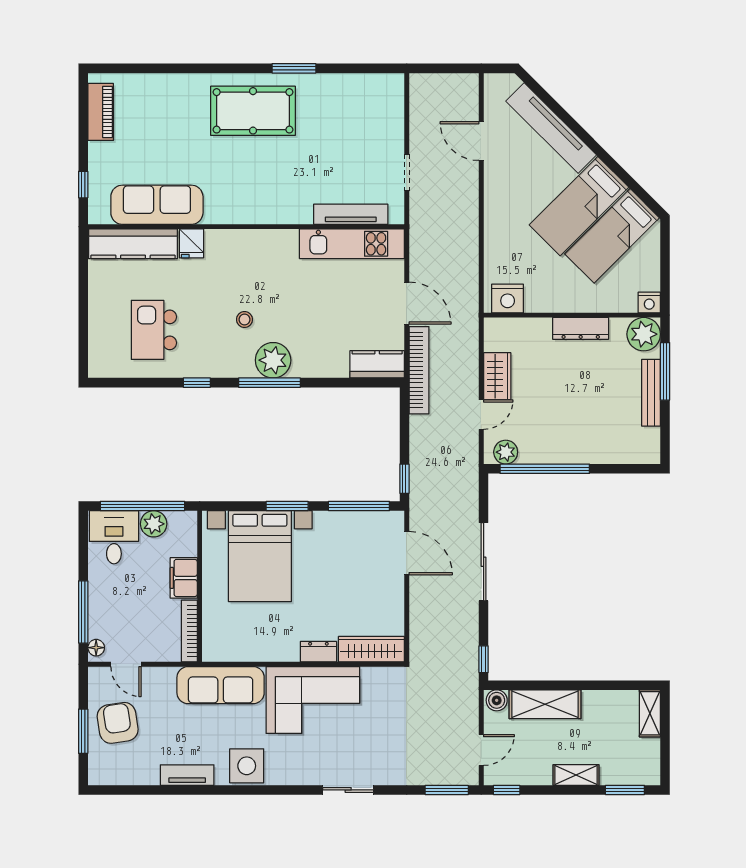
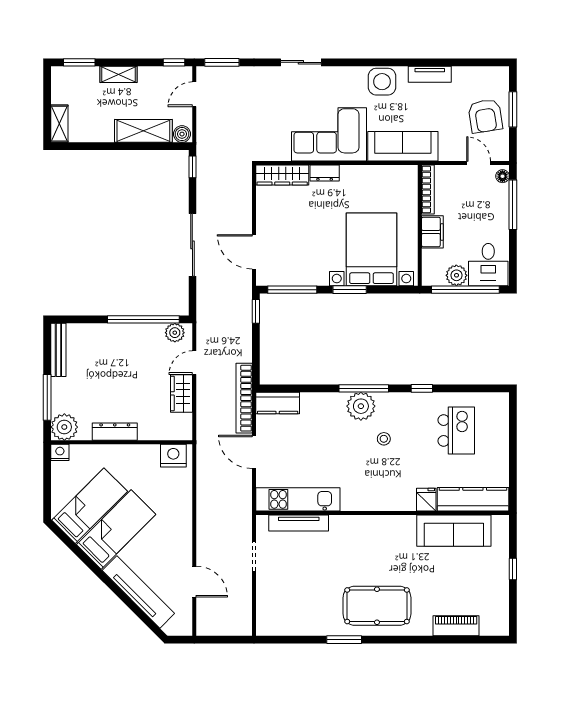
piano: (101, 112) -> (456, 626), moved, turned 90
window: (83, 185) -> (513, 569), moved
bench: (651, 393) -> (58, 350), moved

